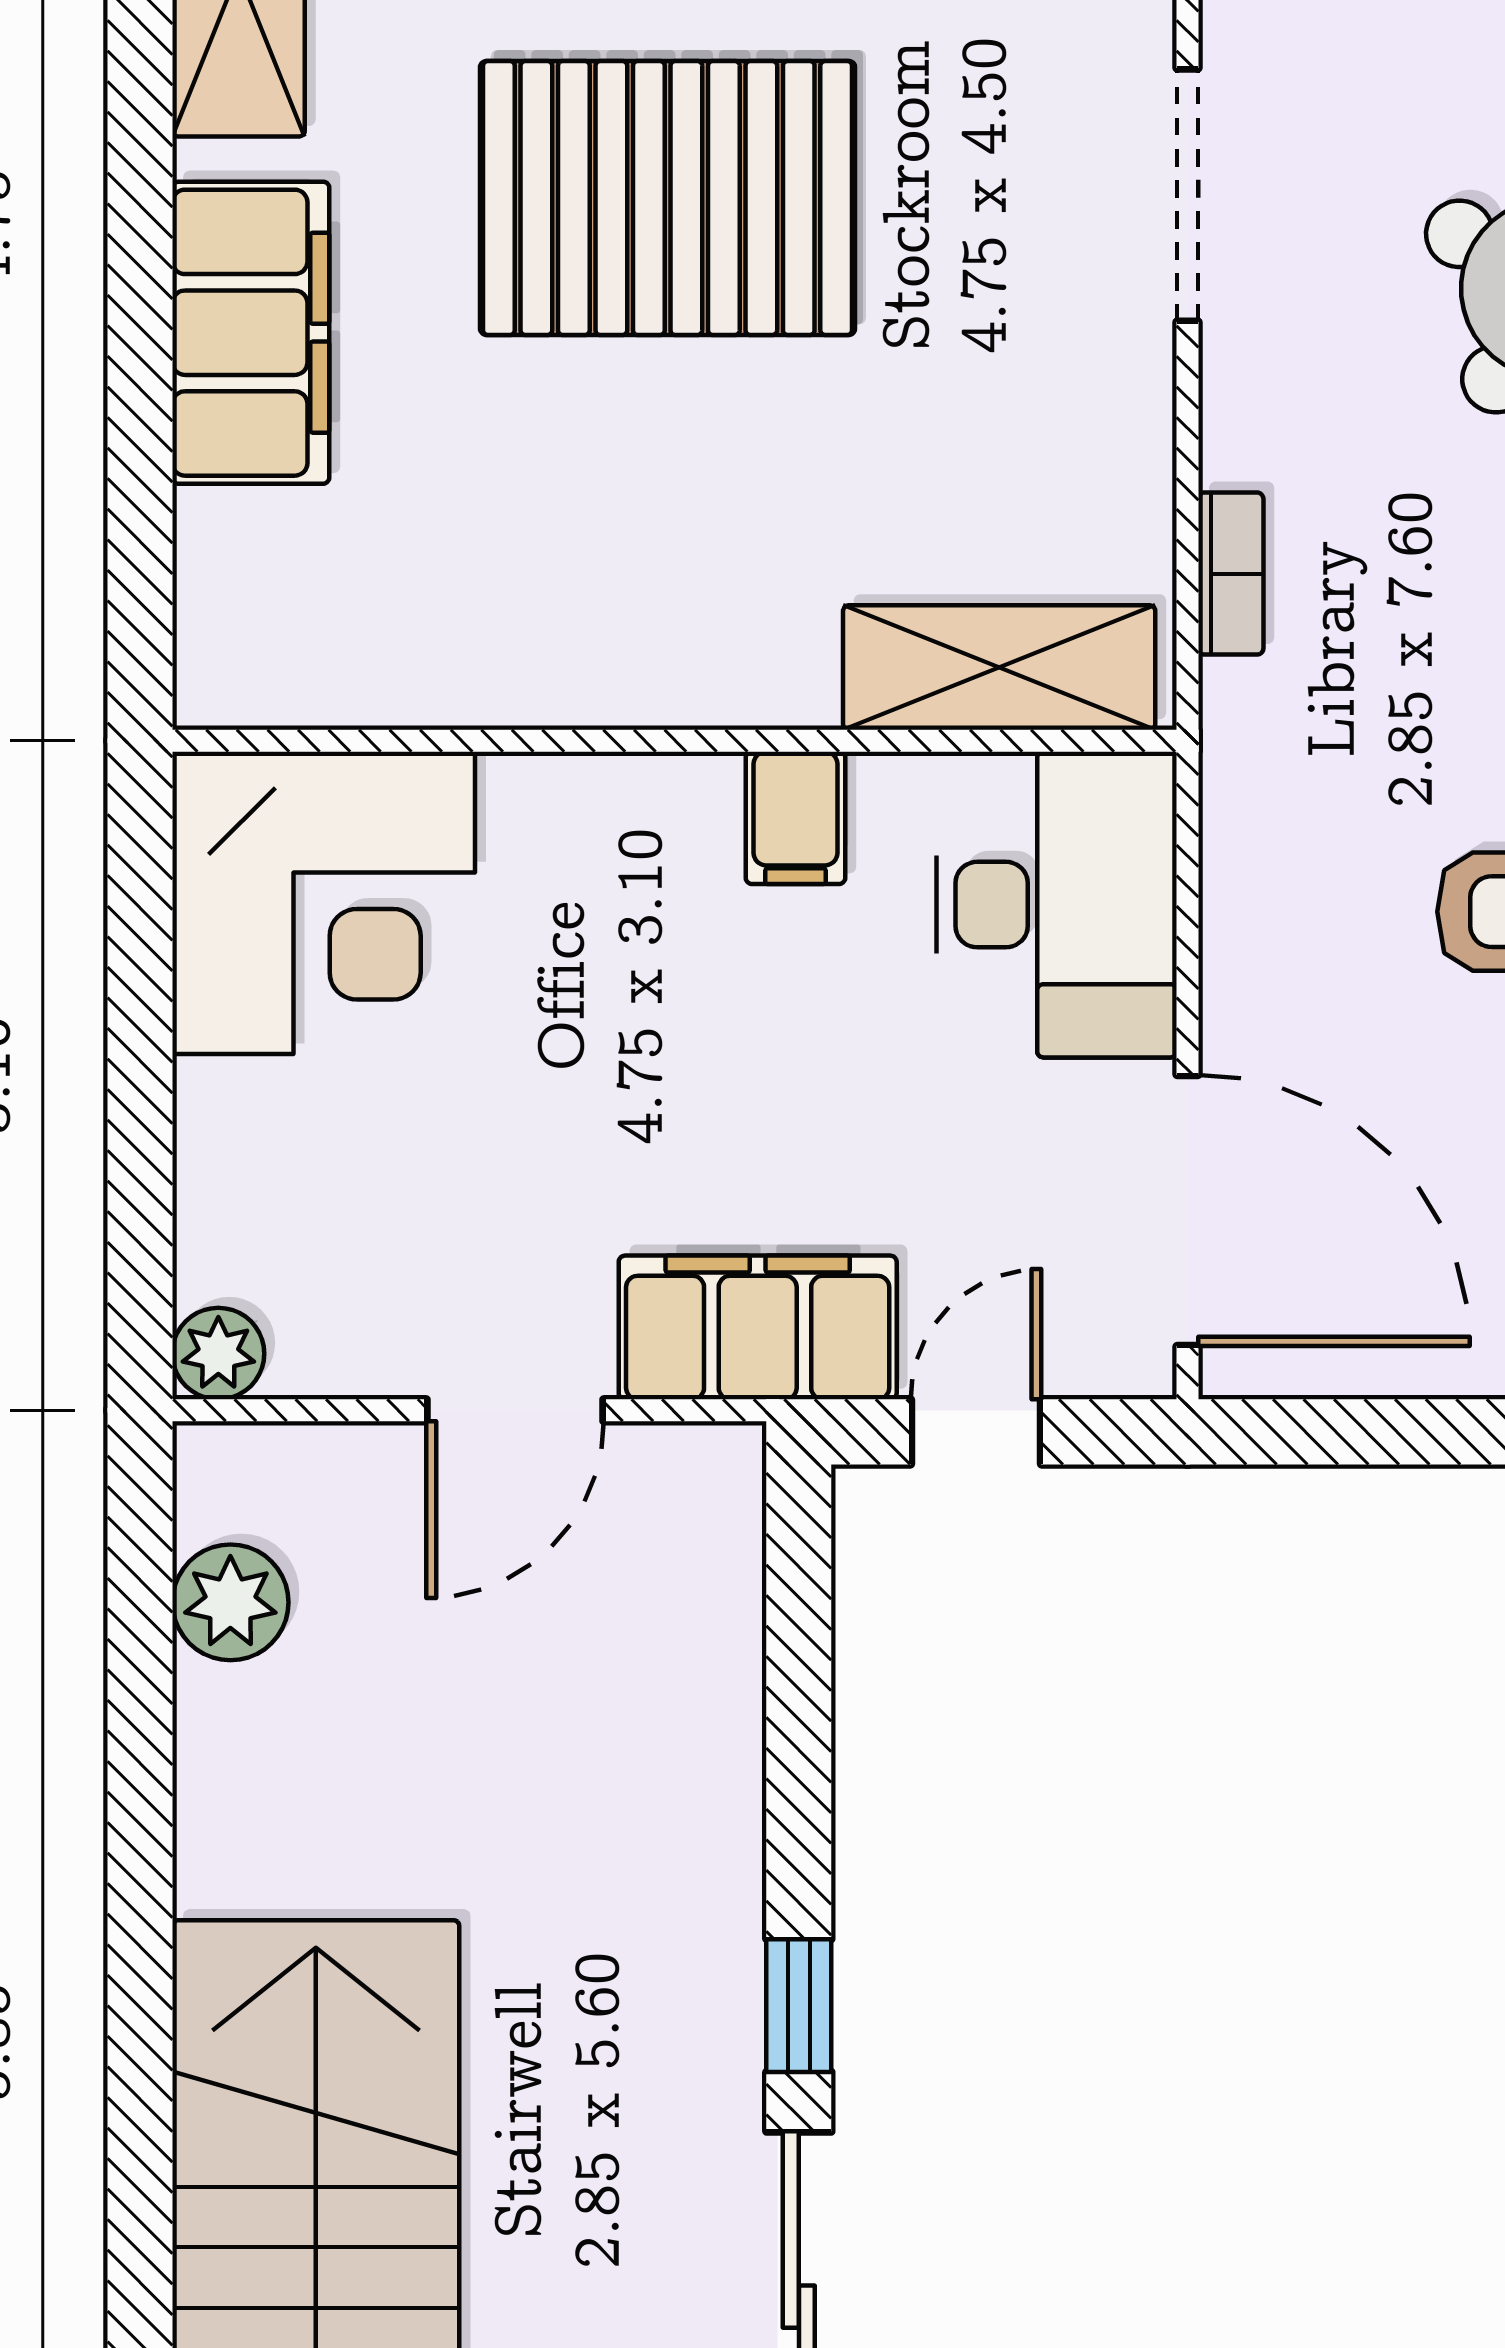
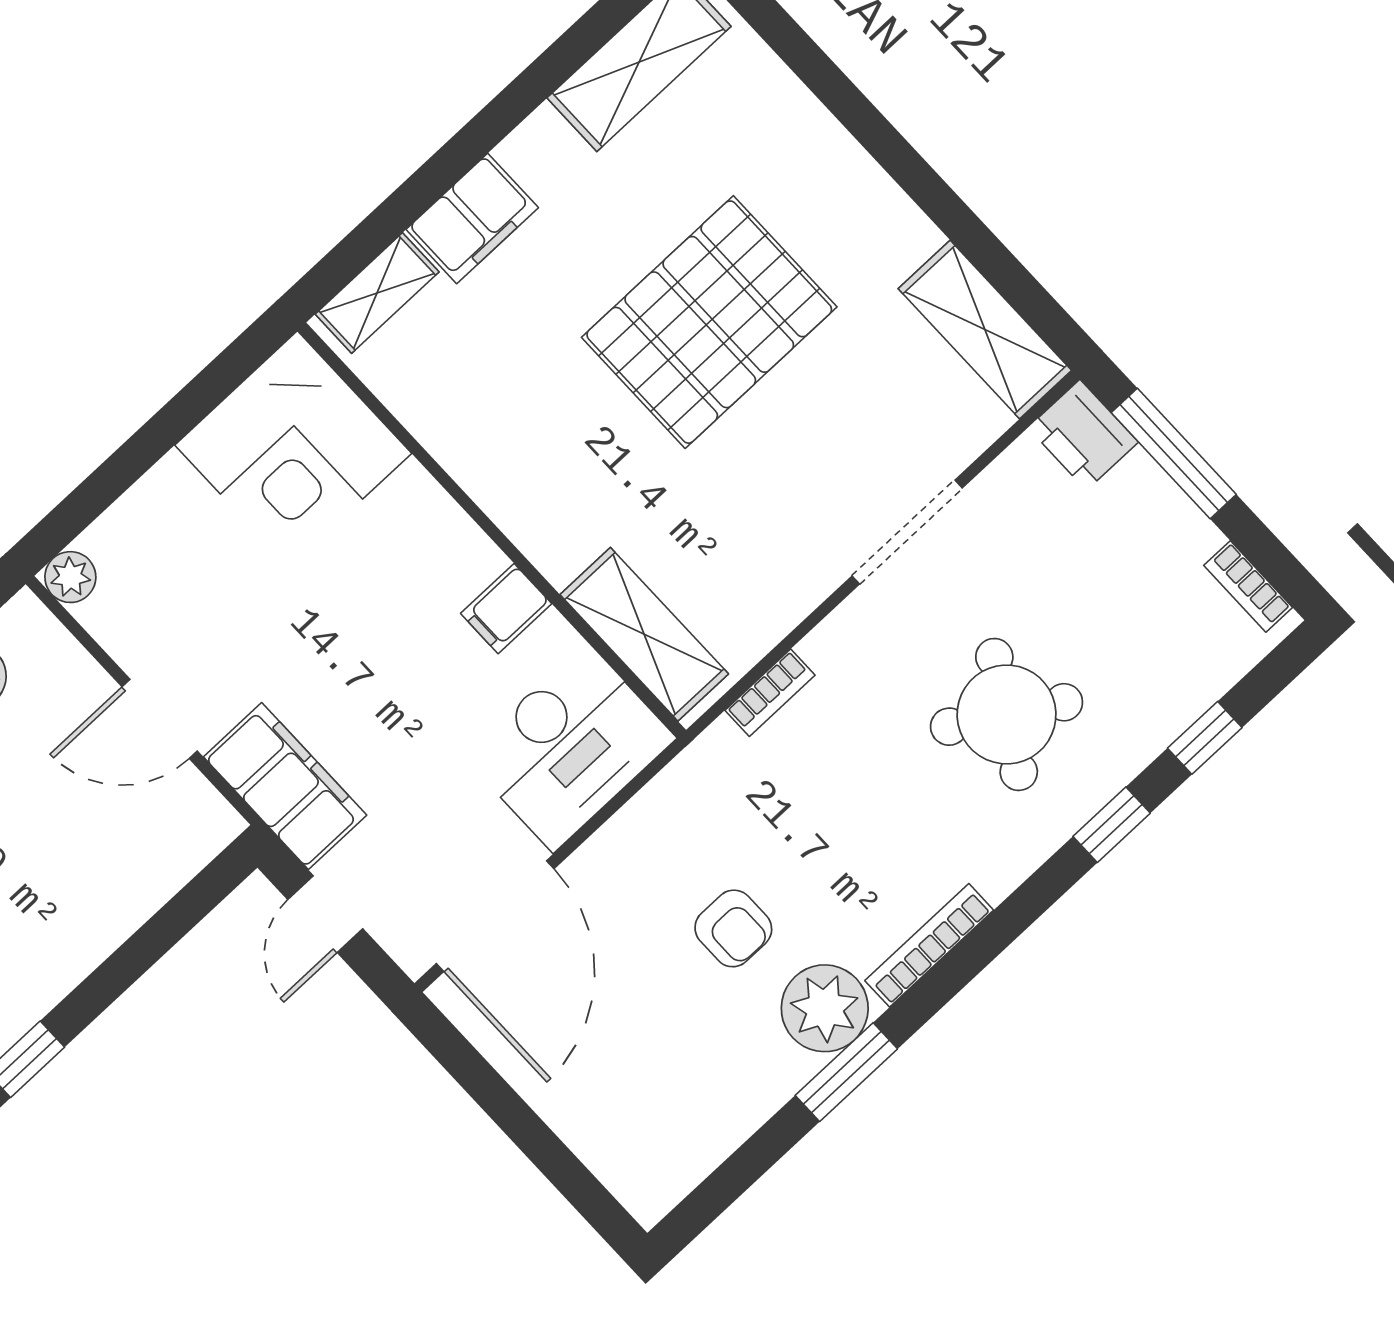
pallet: (668, 198) -> (709, 322), turned 90
filing cabinet: (251, 333) -> (472, 218), width x0.67, depth x0.86
shelving: (221, 600) -> (377, 293), added
door: (976, 1432) -> (325, 914), swing flipped

